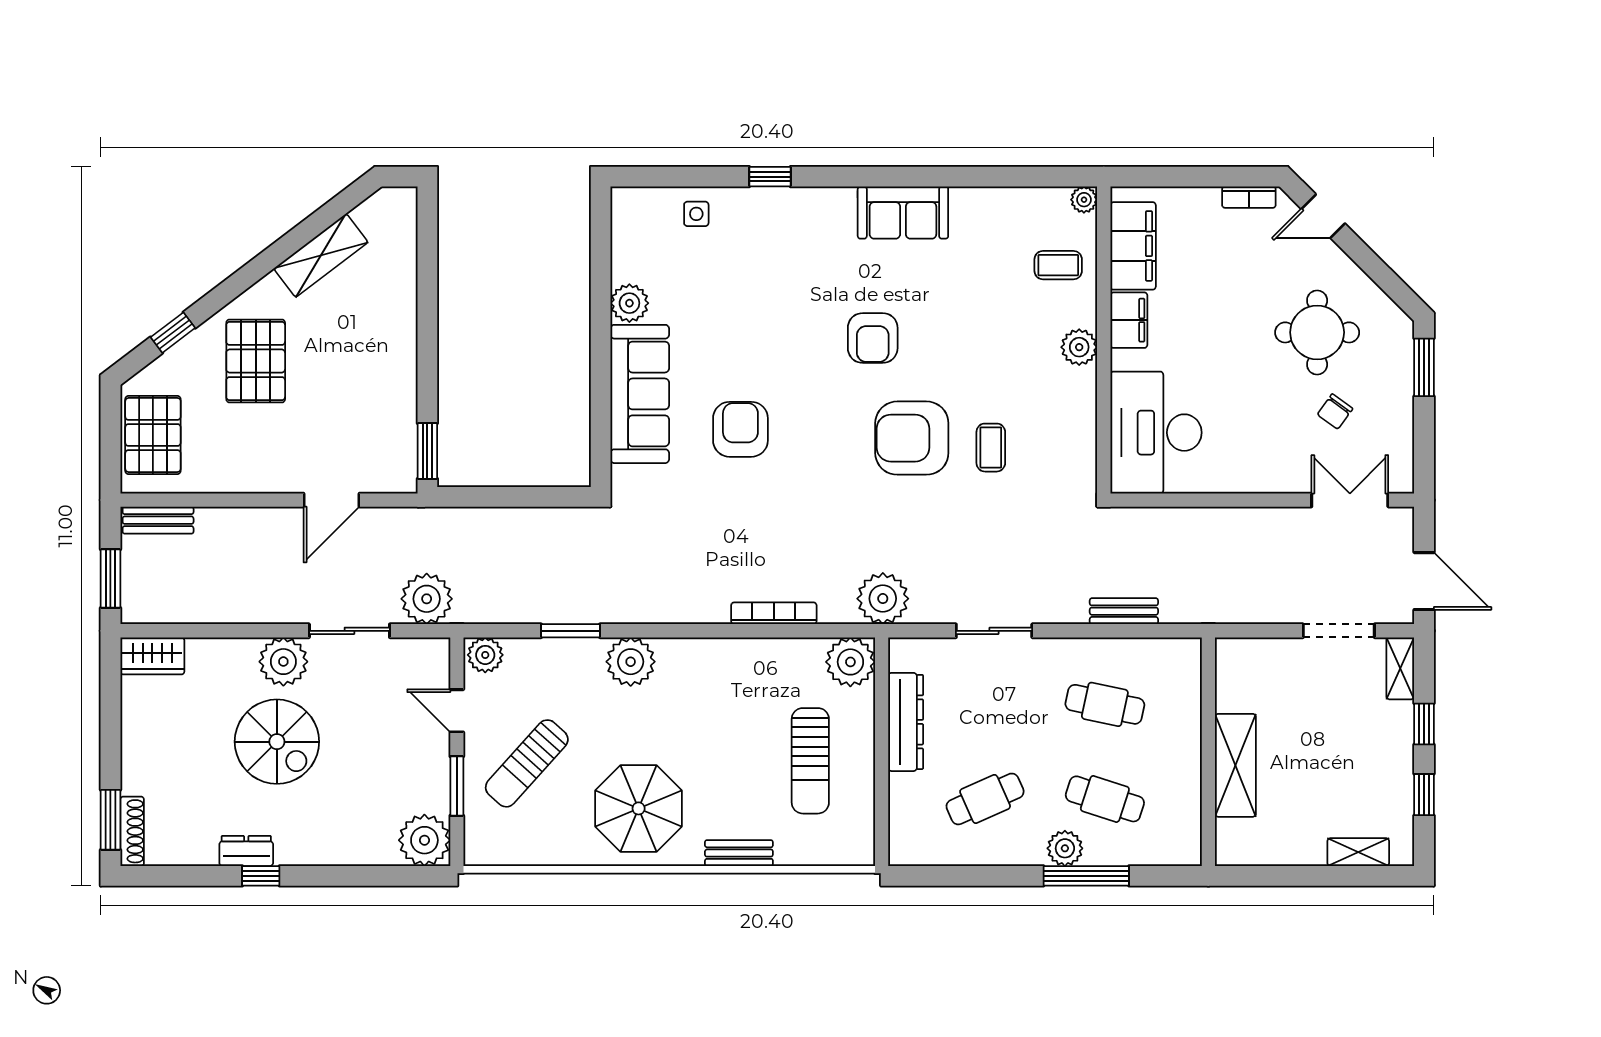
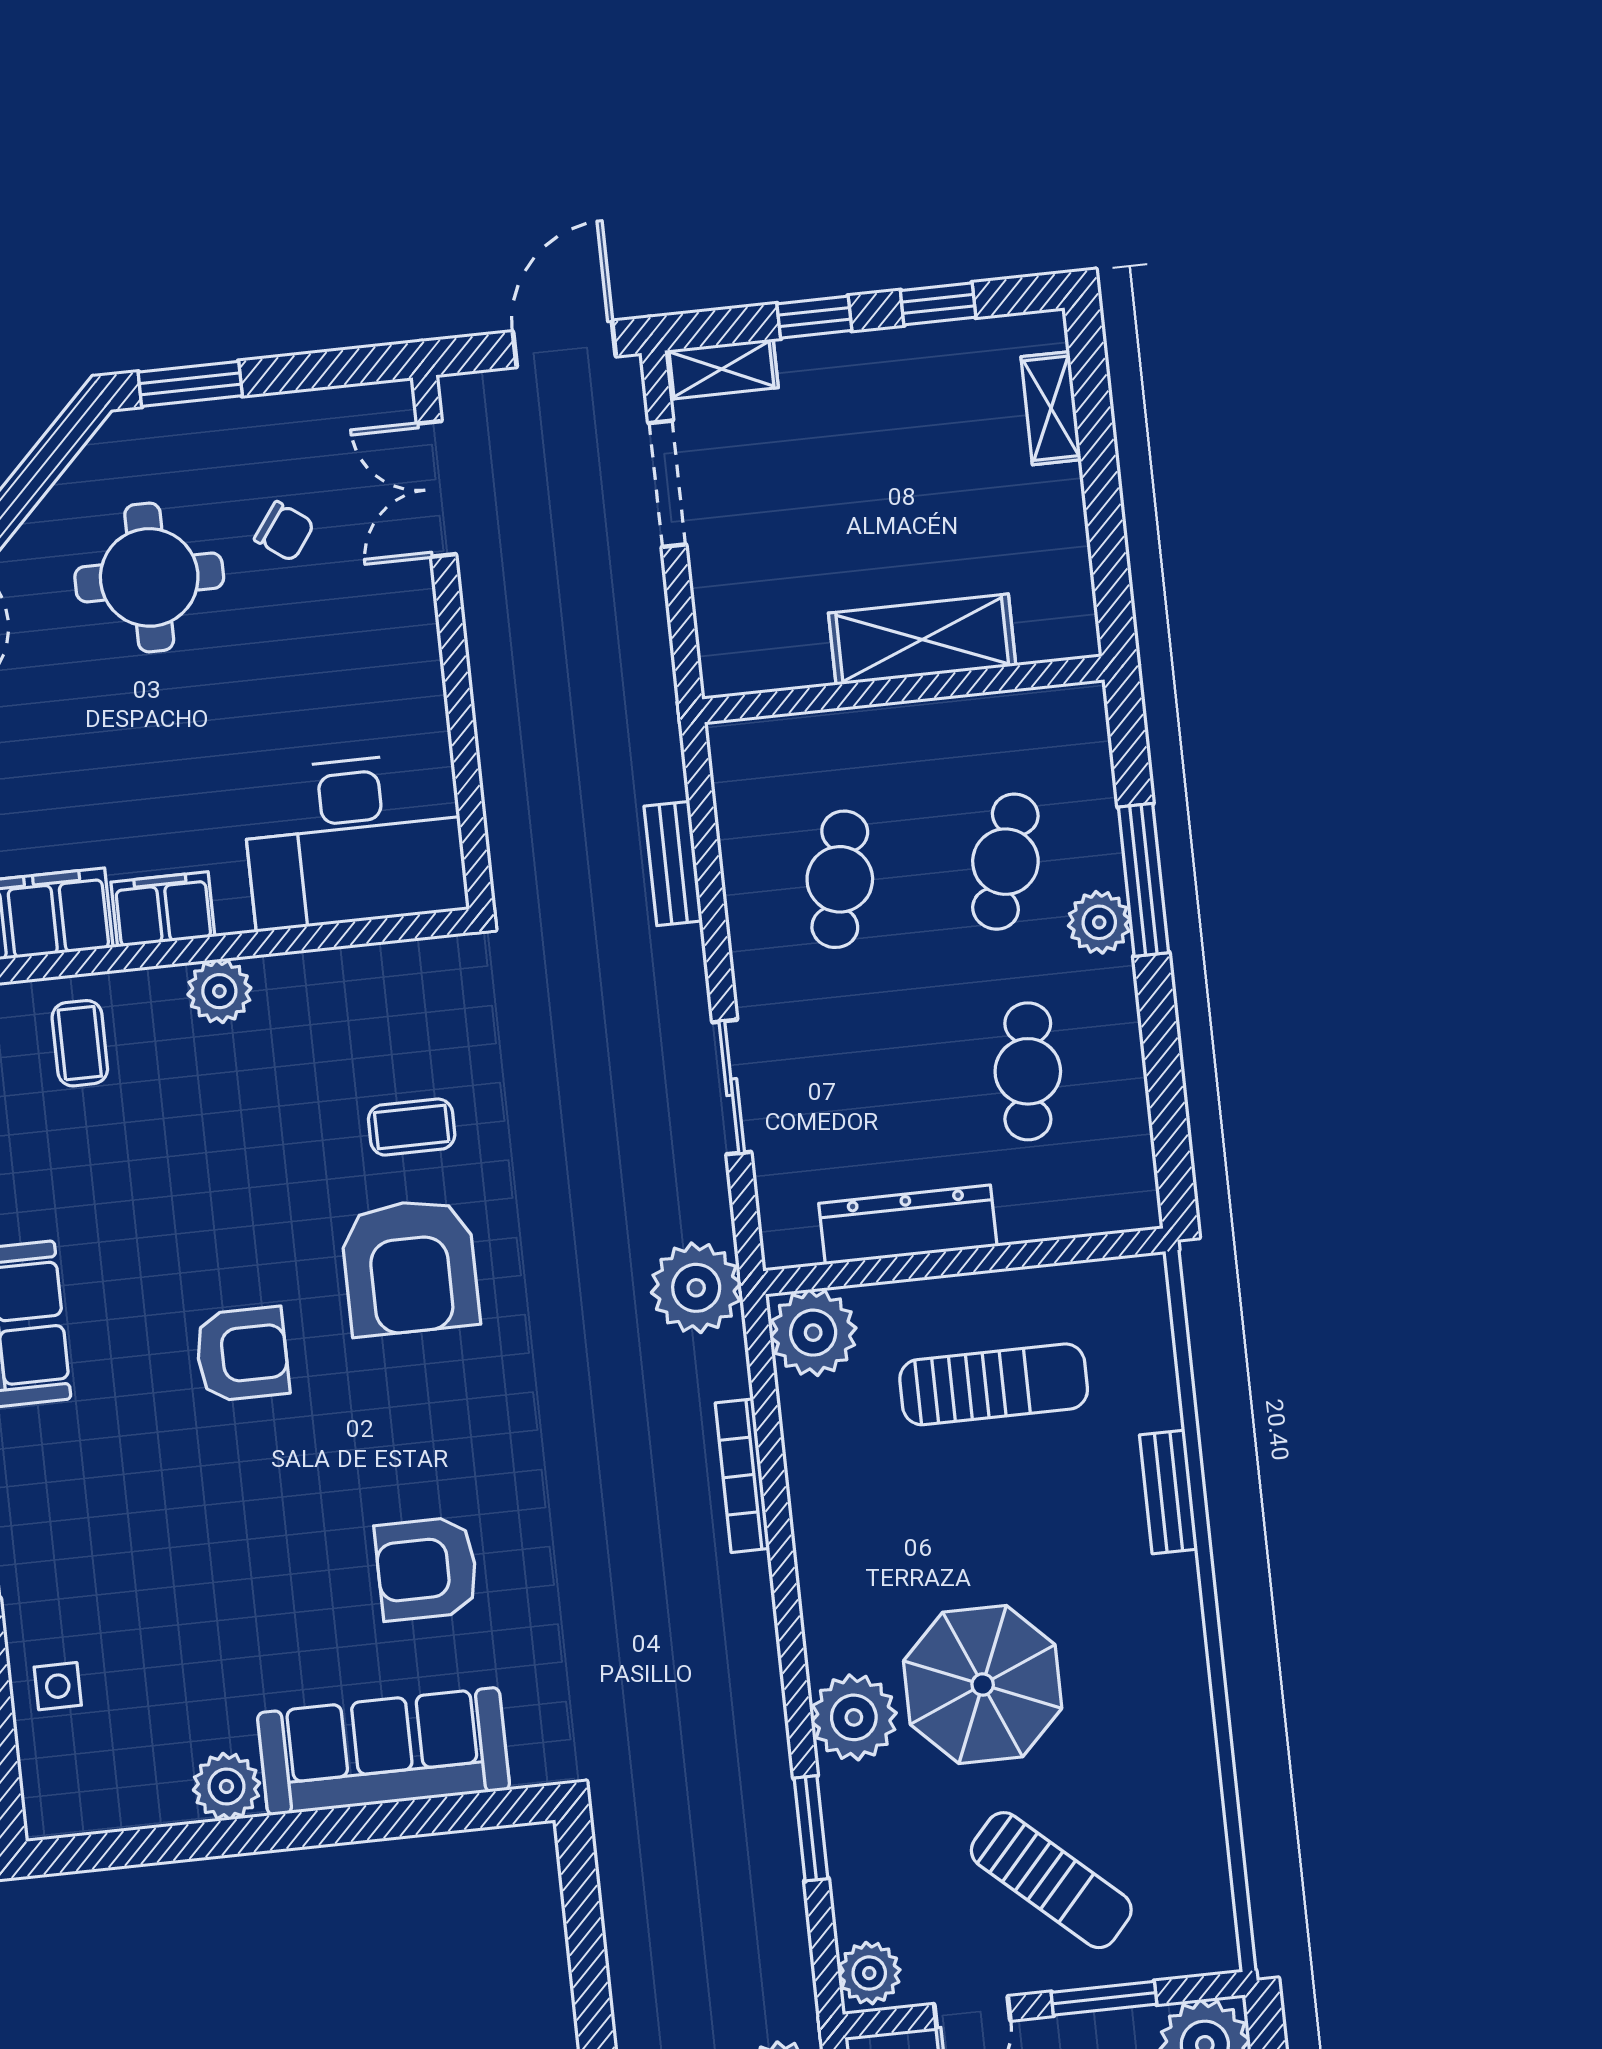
cafe table: (985, 799) -> (1028, 1071), turned 30
parasol: (639, 808) -> (983, 1685), moved

